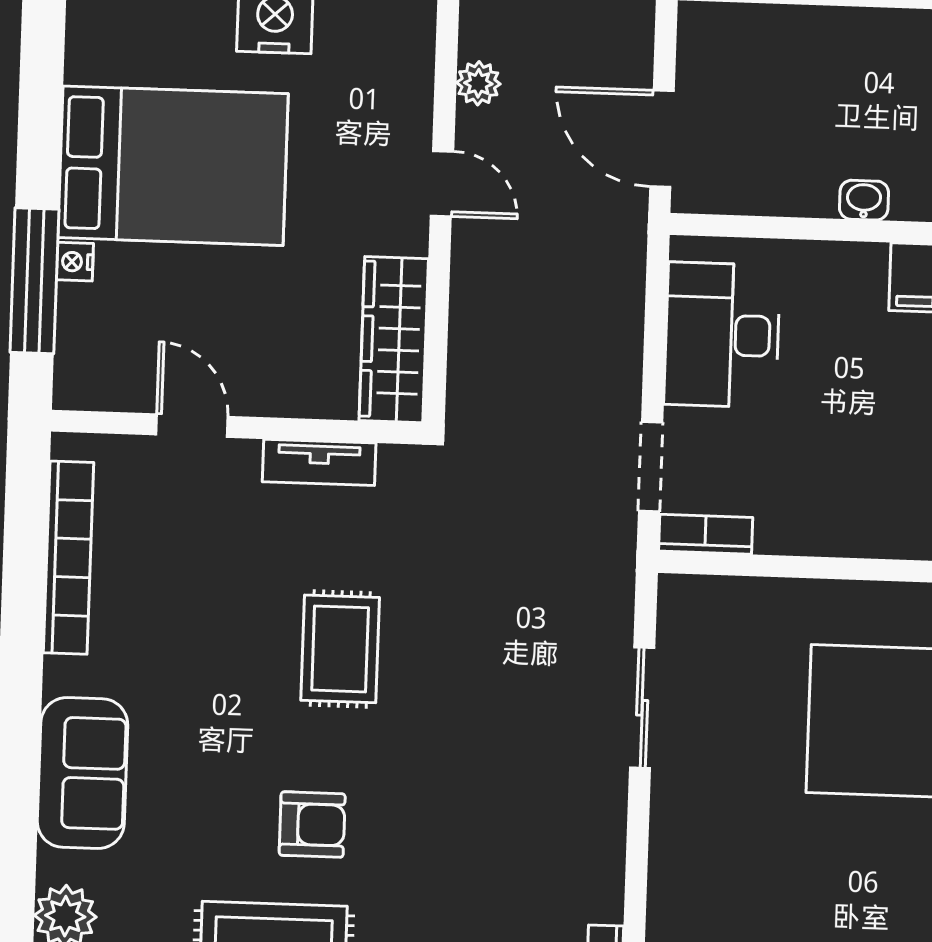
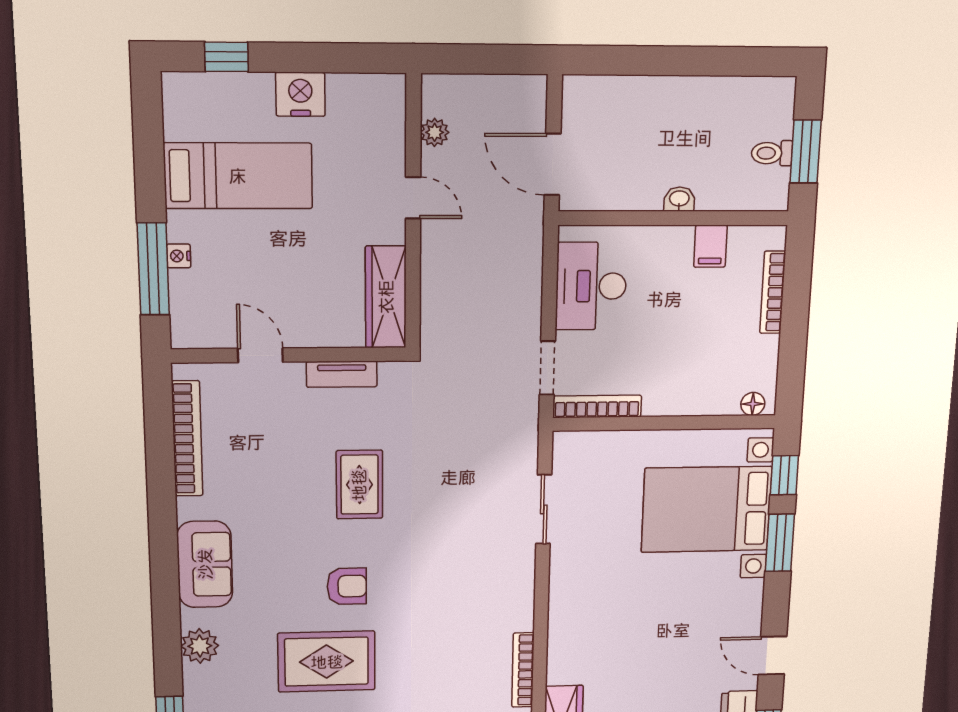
bed: (173, 166) -> (238, 176), width x0.67
bookcase: (706, 534) -> (597, 406), width x1.56

